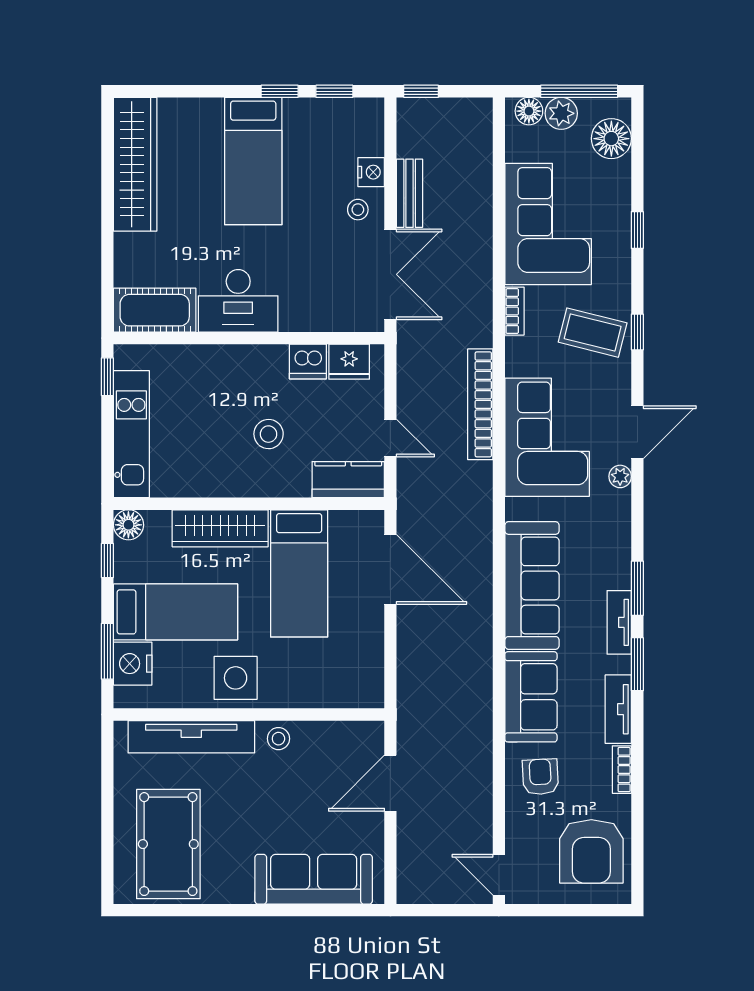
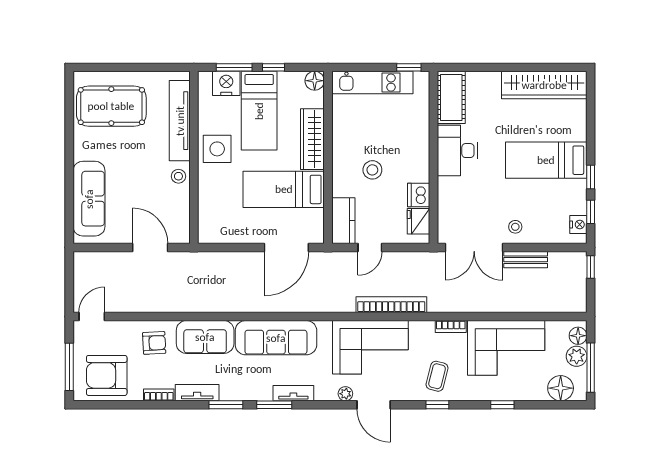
nightstand: (371, 172) -> (578, 225), moved, turned -90
coffee table: (593, 333) -> (437, 376), width x0.73, depth x0.77
window: (107, 561) -> (273, 67), moved
tv unit: (619, 622) -> (293, 393), moved
window: (578, 910) -> (69, 367), added

